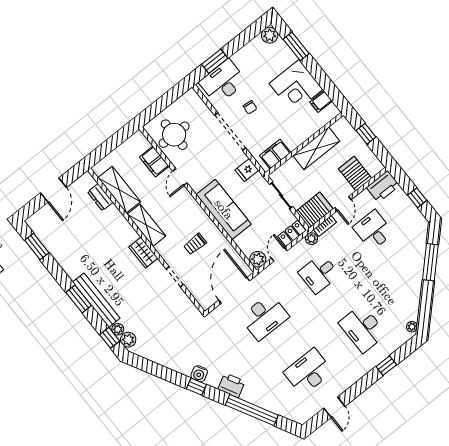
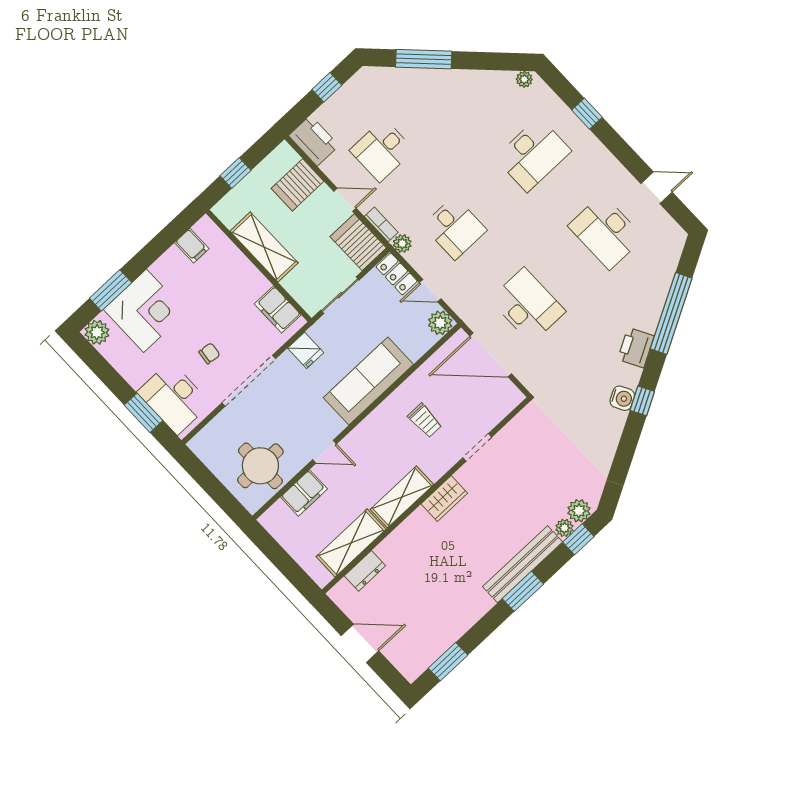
corner desk: (296, 86) -> (145, 311), moved

